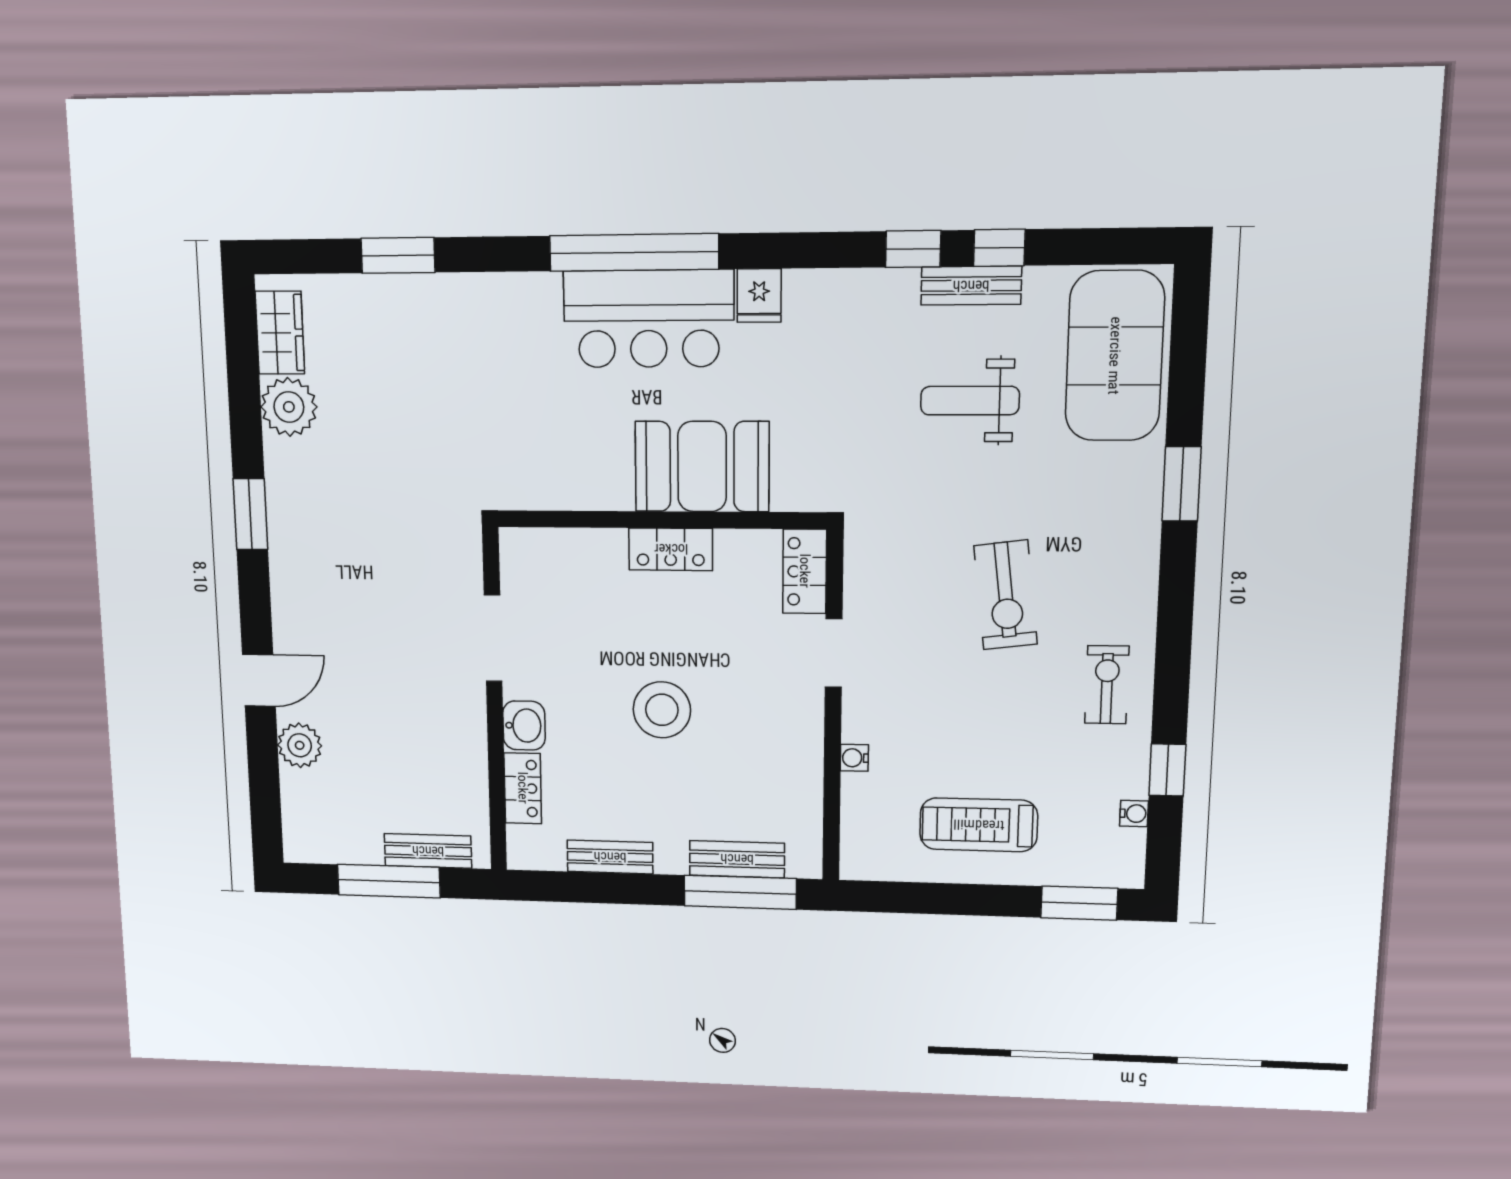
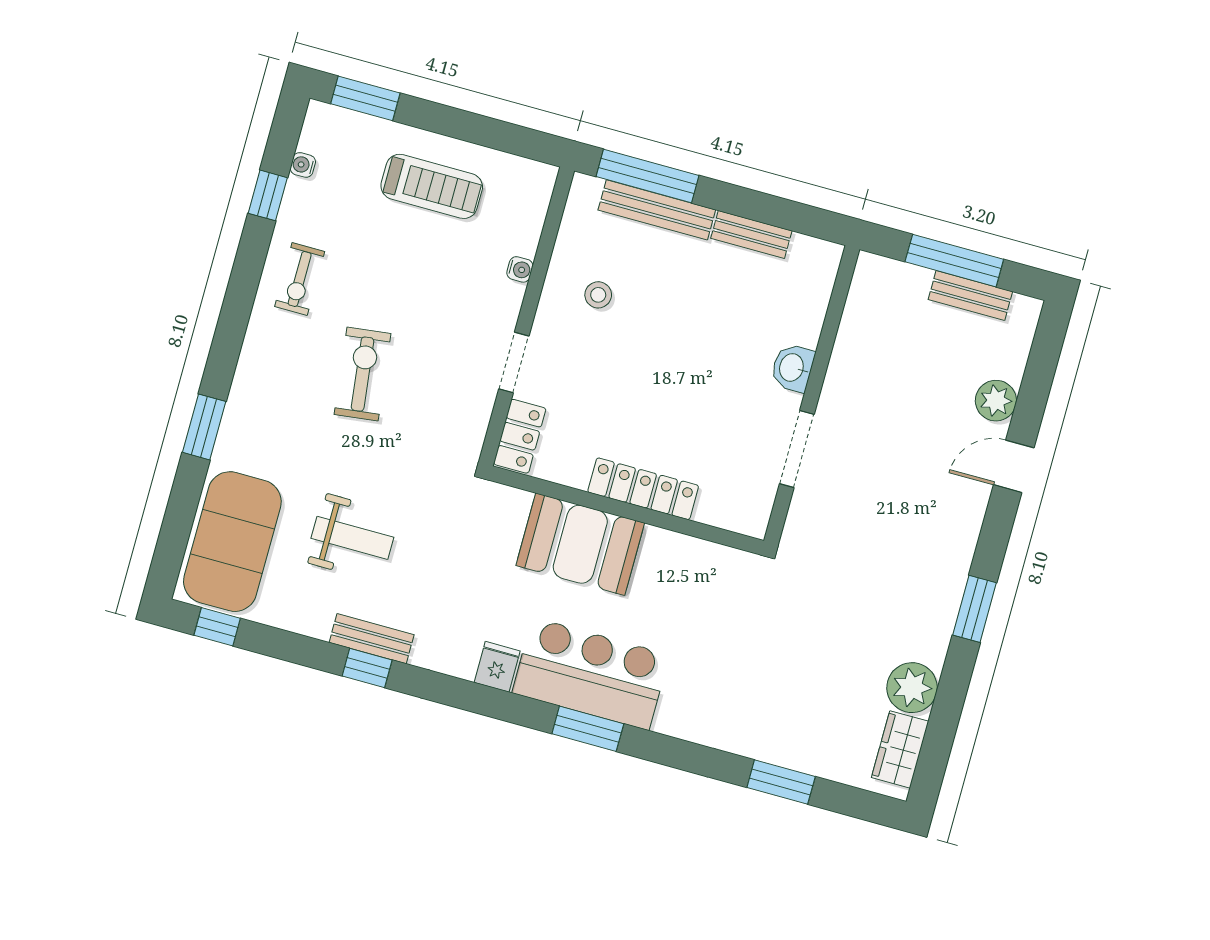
window: (999, 248) -> (217, 627), moved
window: (634, 252) -> (588, 729), width x0.47
bench: (971, 286) -> (372, 639), moved
locker: (671, 549) -> (643, 489), width x1.53
stool: (662, 710) -> (598, 295), moved, width x0.53, depth x0.53
locker: (523, 788) -> (810, 314), removed
bench: (428, 851) -> (970, 295), moved
bench: (737, 859) -> (657, 210), width x1.36

